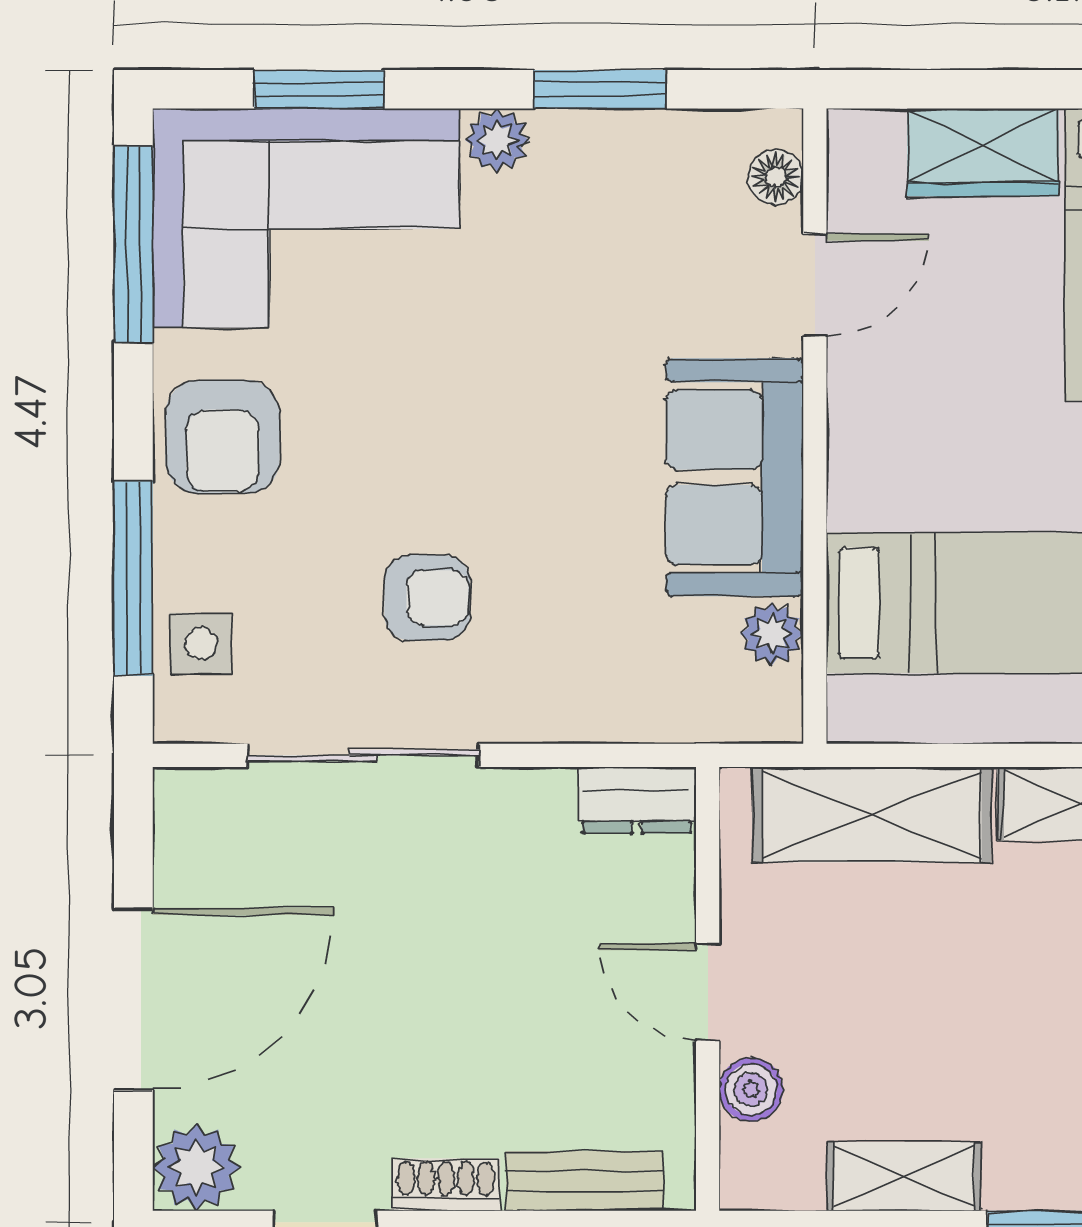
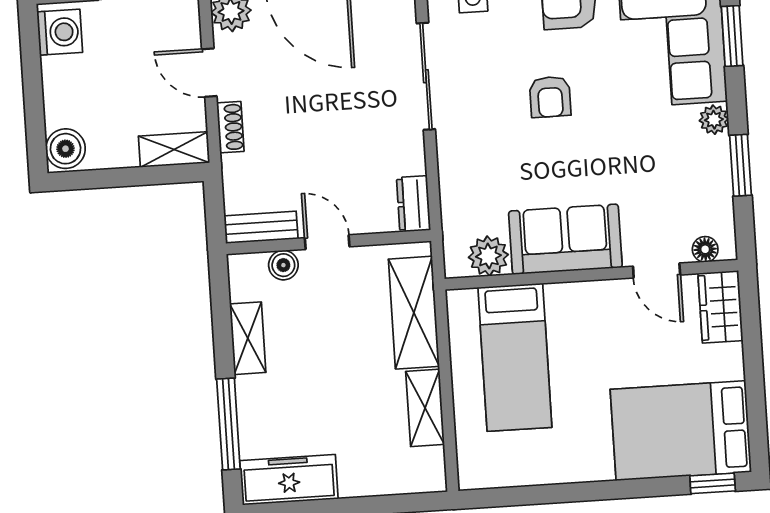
wardrobe: (983, 152) -> (720, 307), moved
armchair: (427, 598) -> (550, 97), moved
plant: (772, 634) -> (488, 256), width x1.38, depth x1.38
door: (708, 992) -> (327, 242), hinge flipped
bench: (585, 1181) -> (261, 227), moved, turned 90

